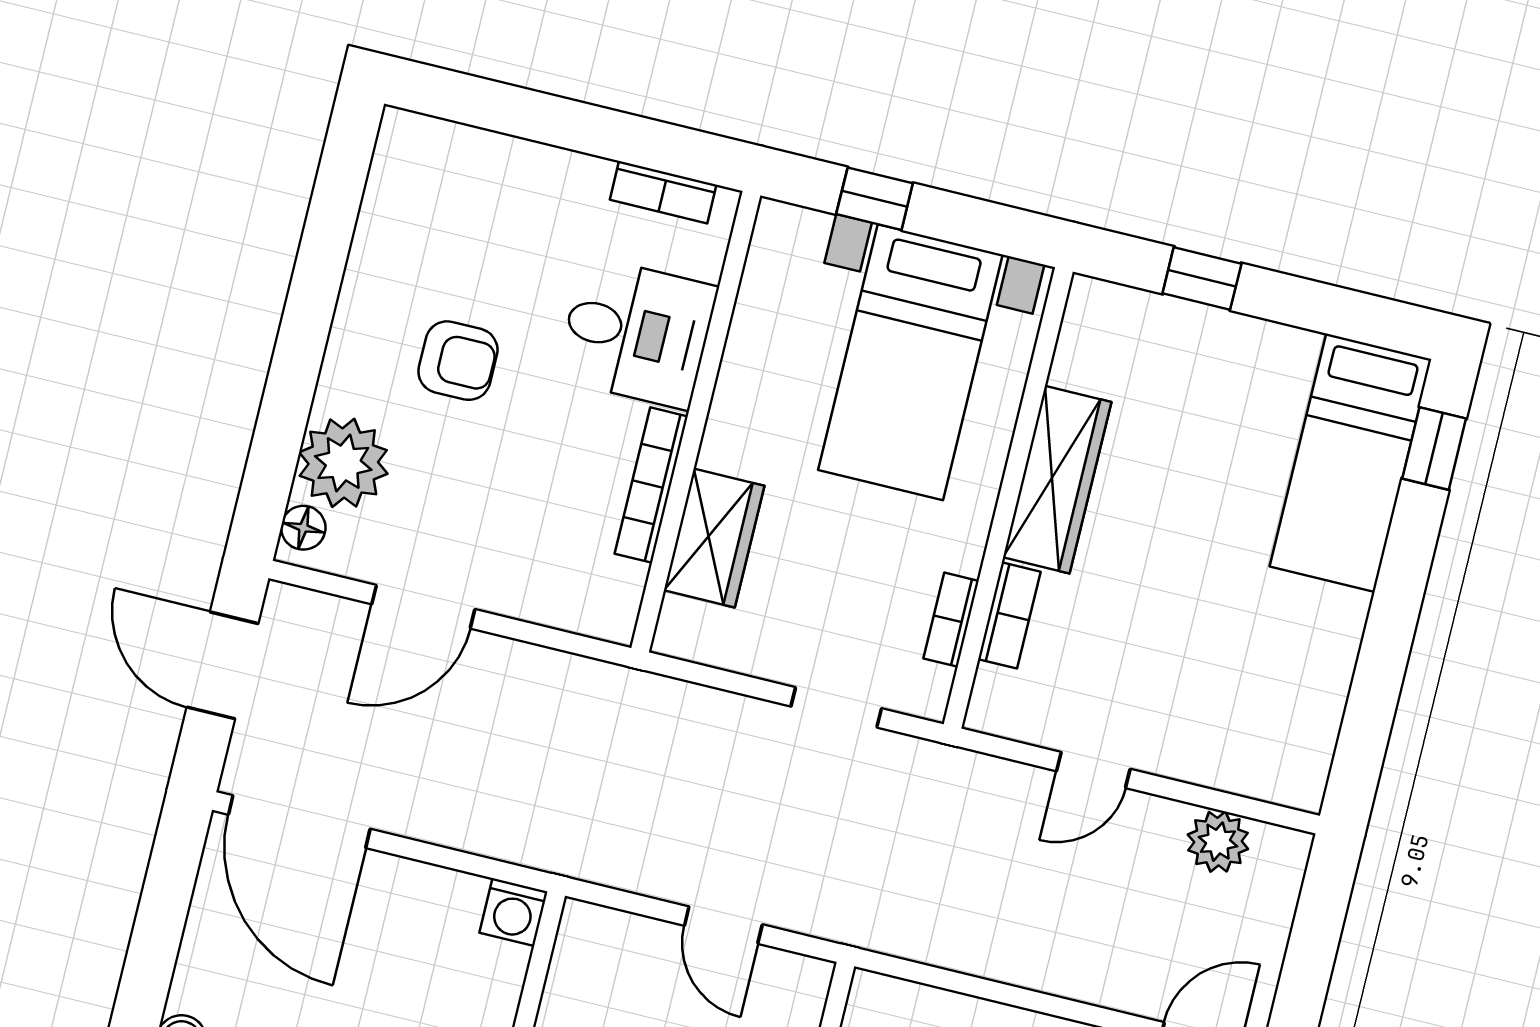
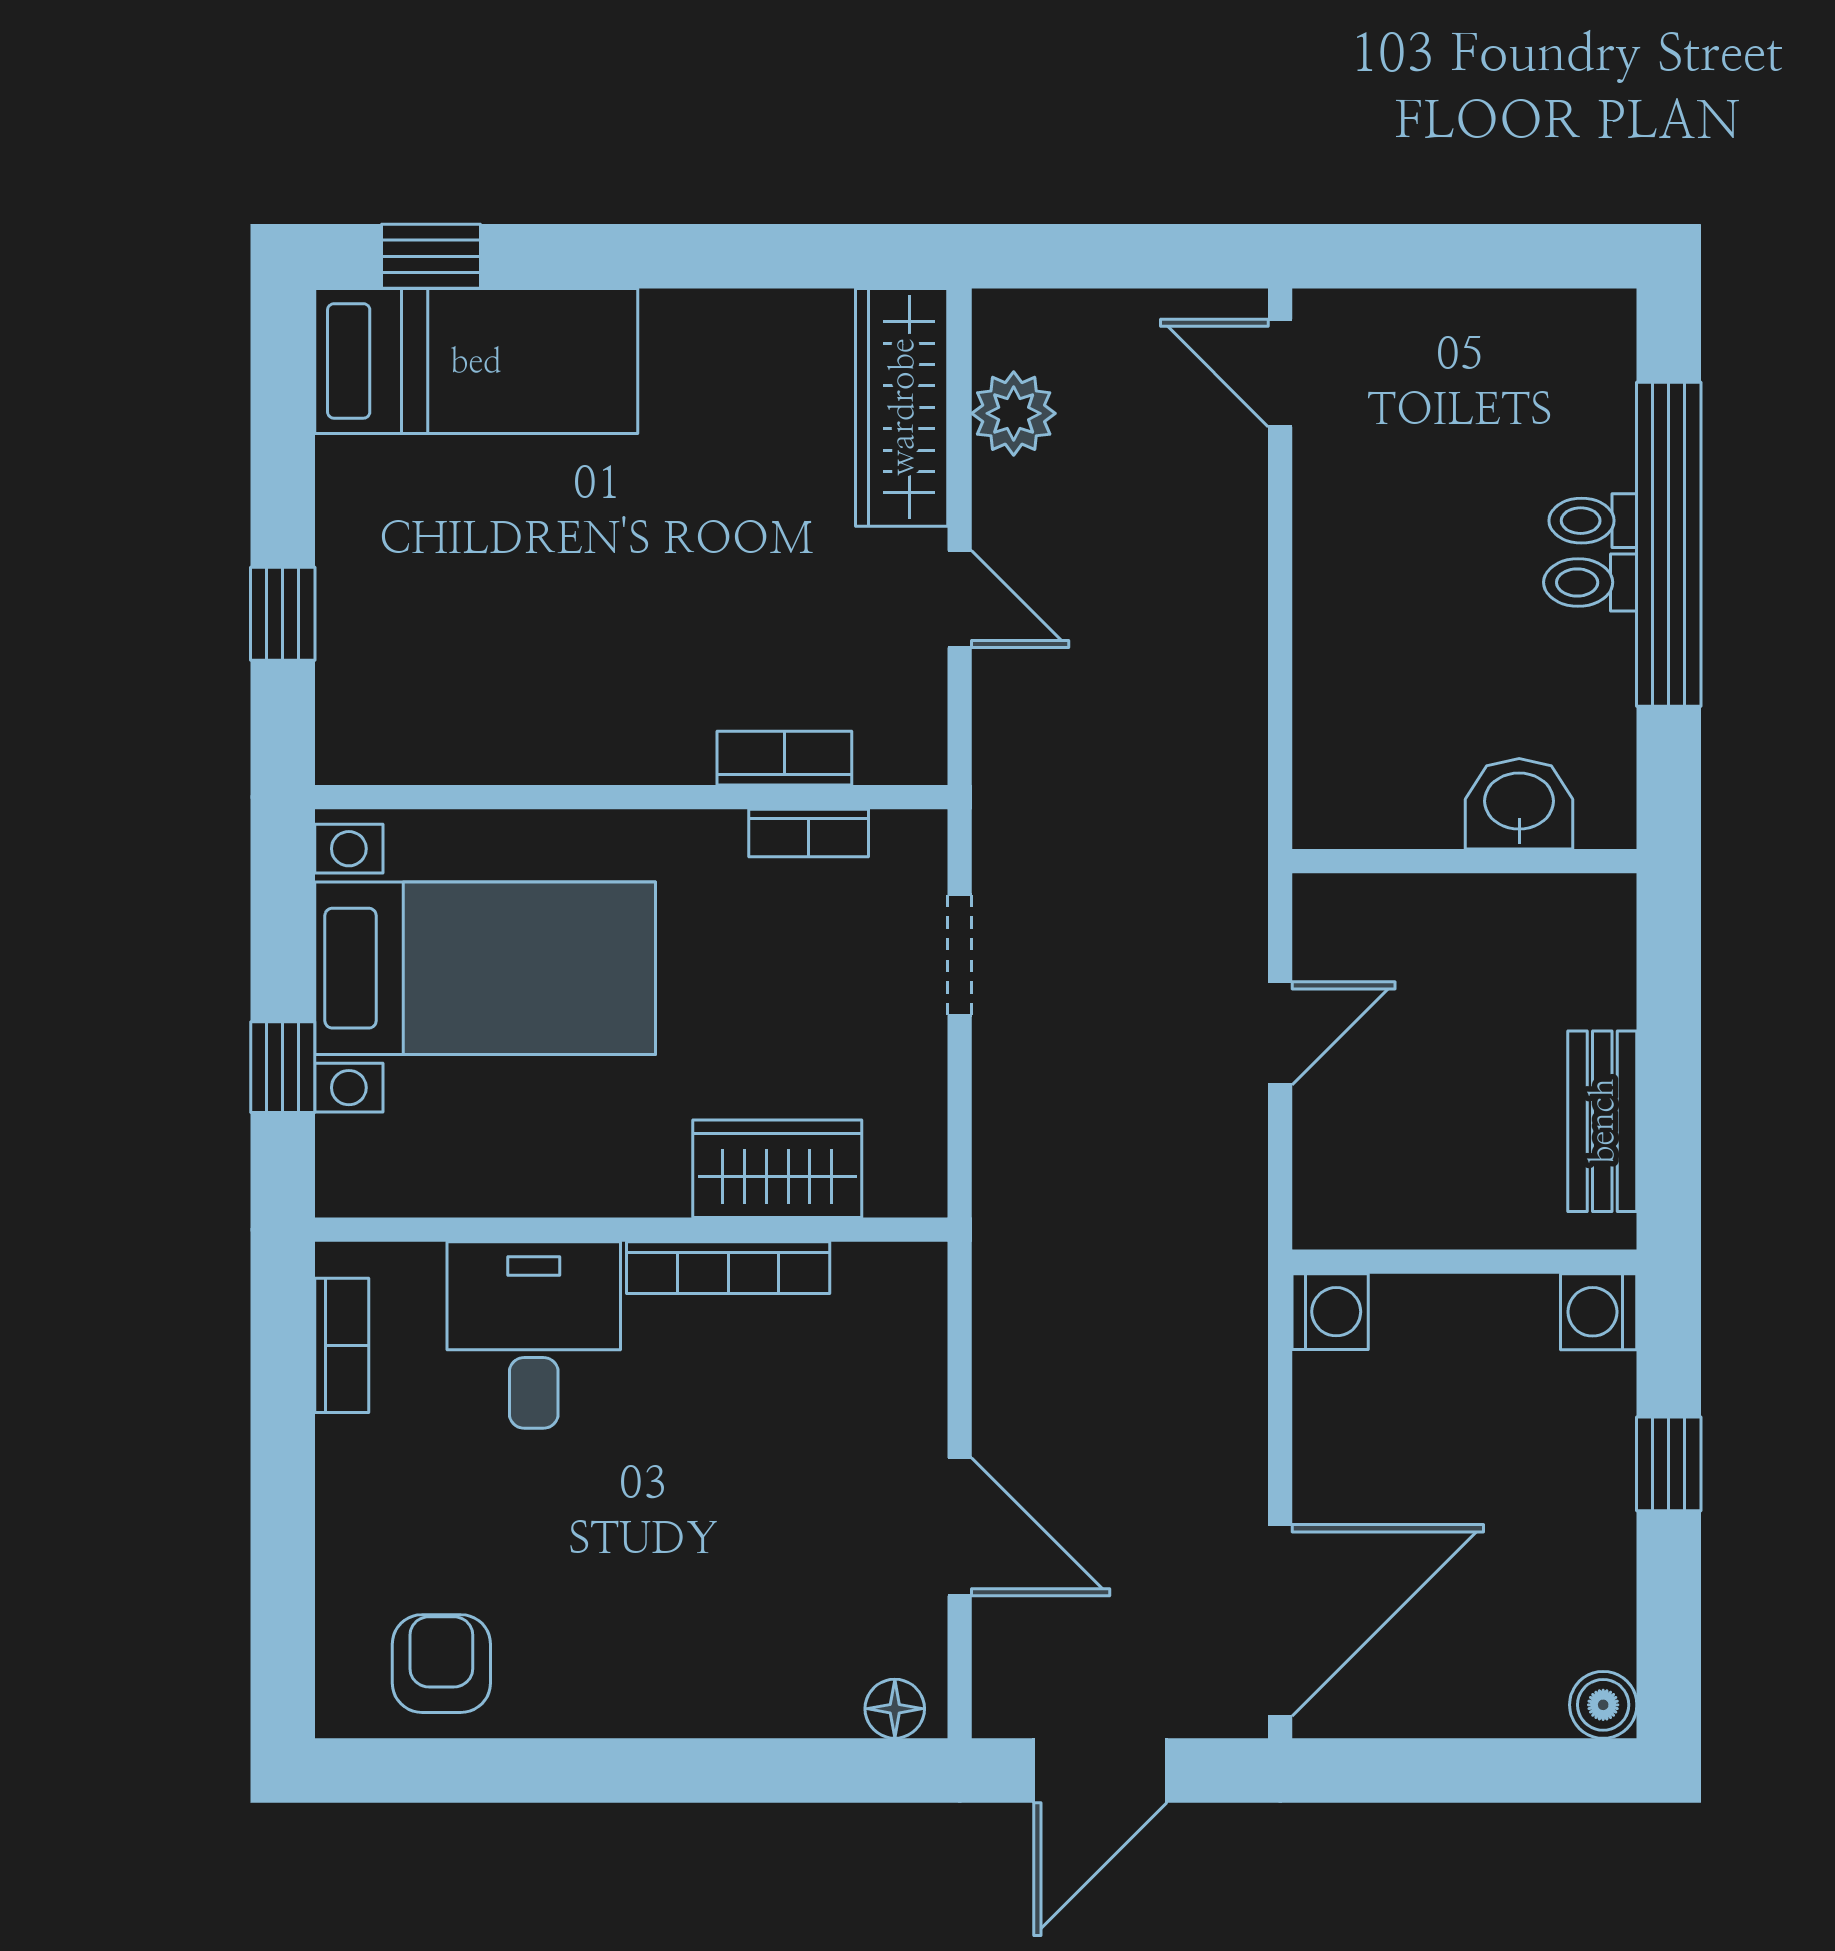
armchair: (458, 361) -> (441, 1664), moved
plant: (343, 463) -> (797, 1677), removed
wardrobe: (1057, 480) -> (902, 407), moved, turned -90

